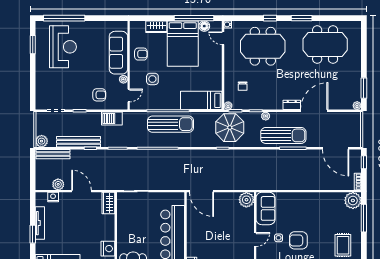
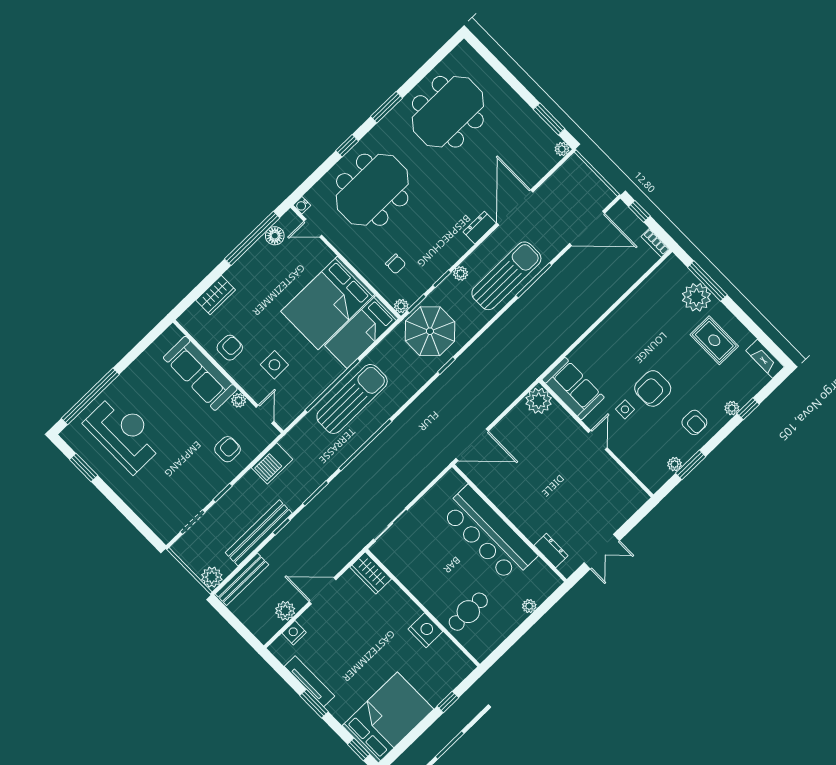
bed: (183, 44) -> (328, 303), moved, turned 90
plant: (353, 200) -> (696, 297), moved

